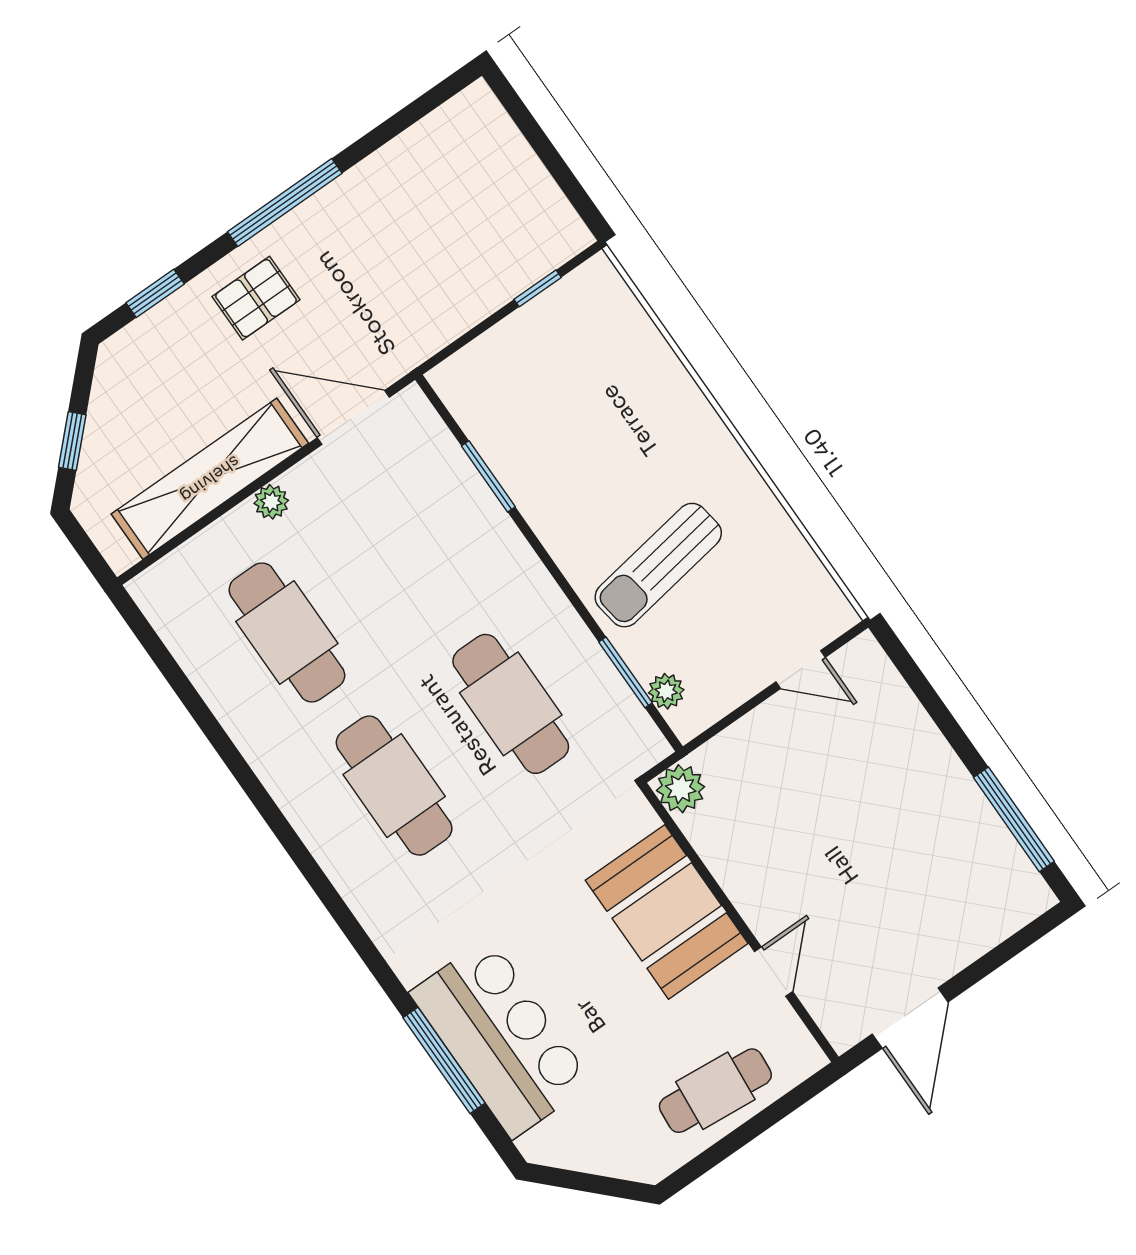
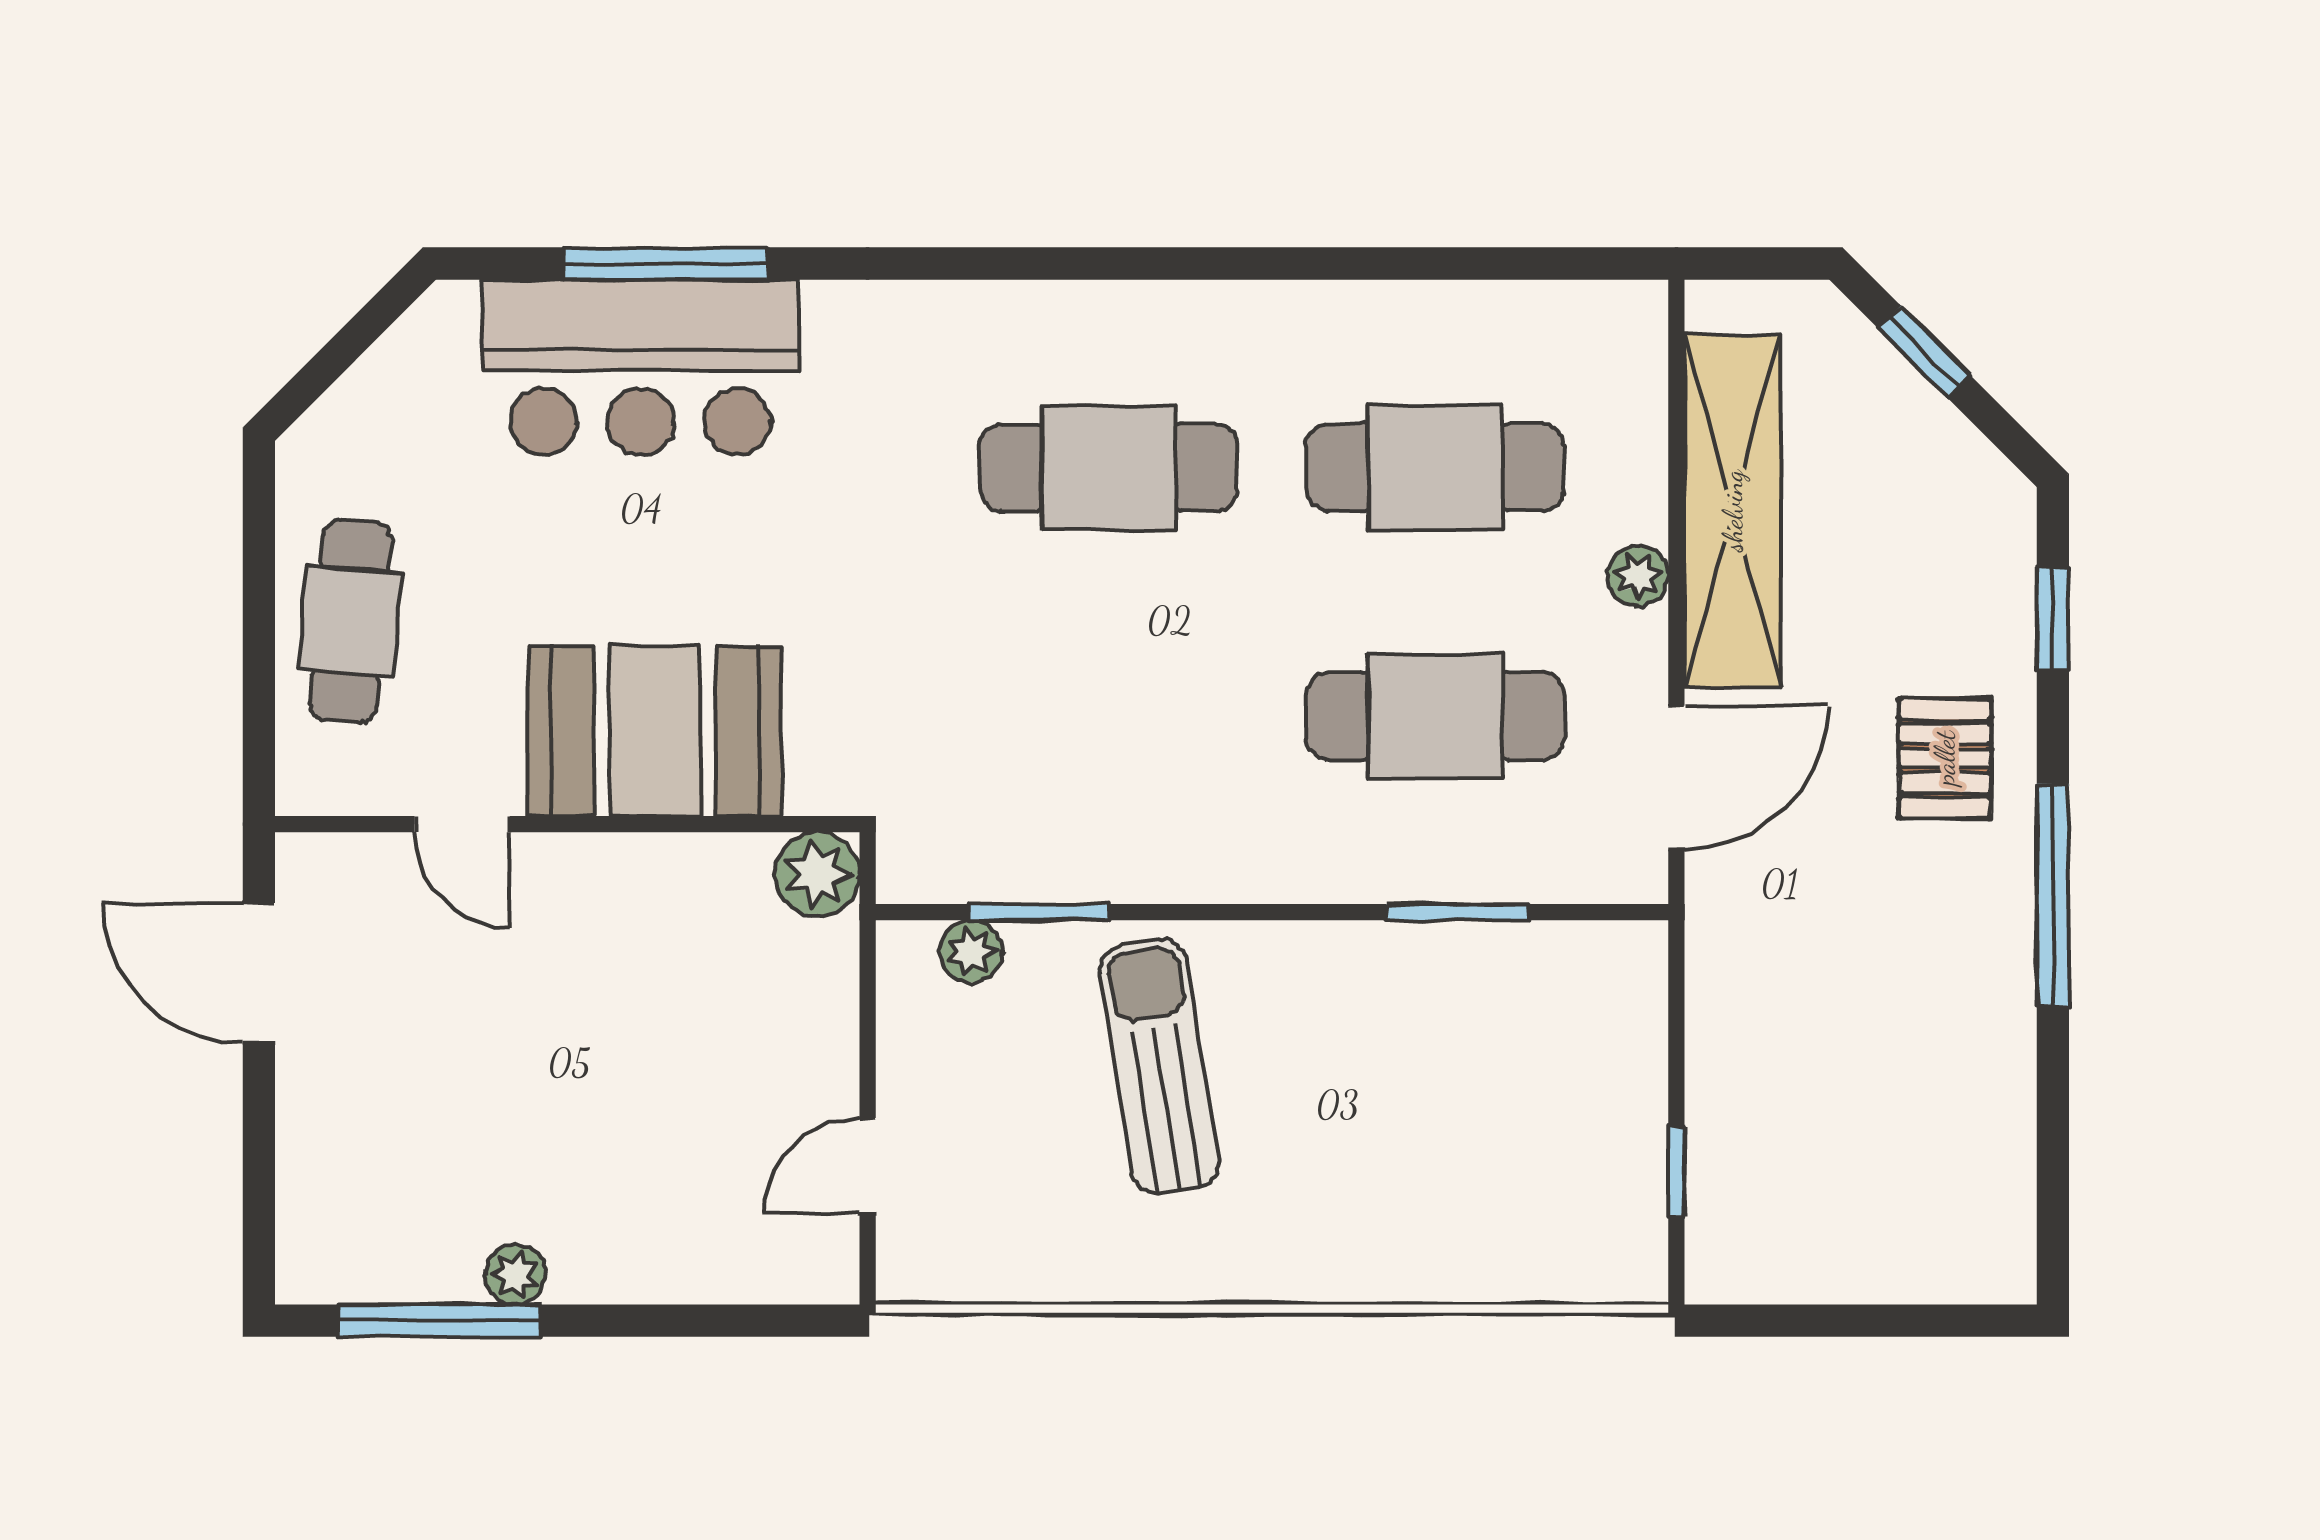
cafe table: (511, 704) -> (1435, 716), moved
plant: (967, 799) -> (515, 1274), added

